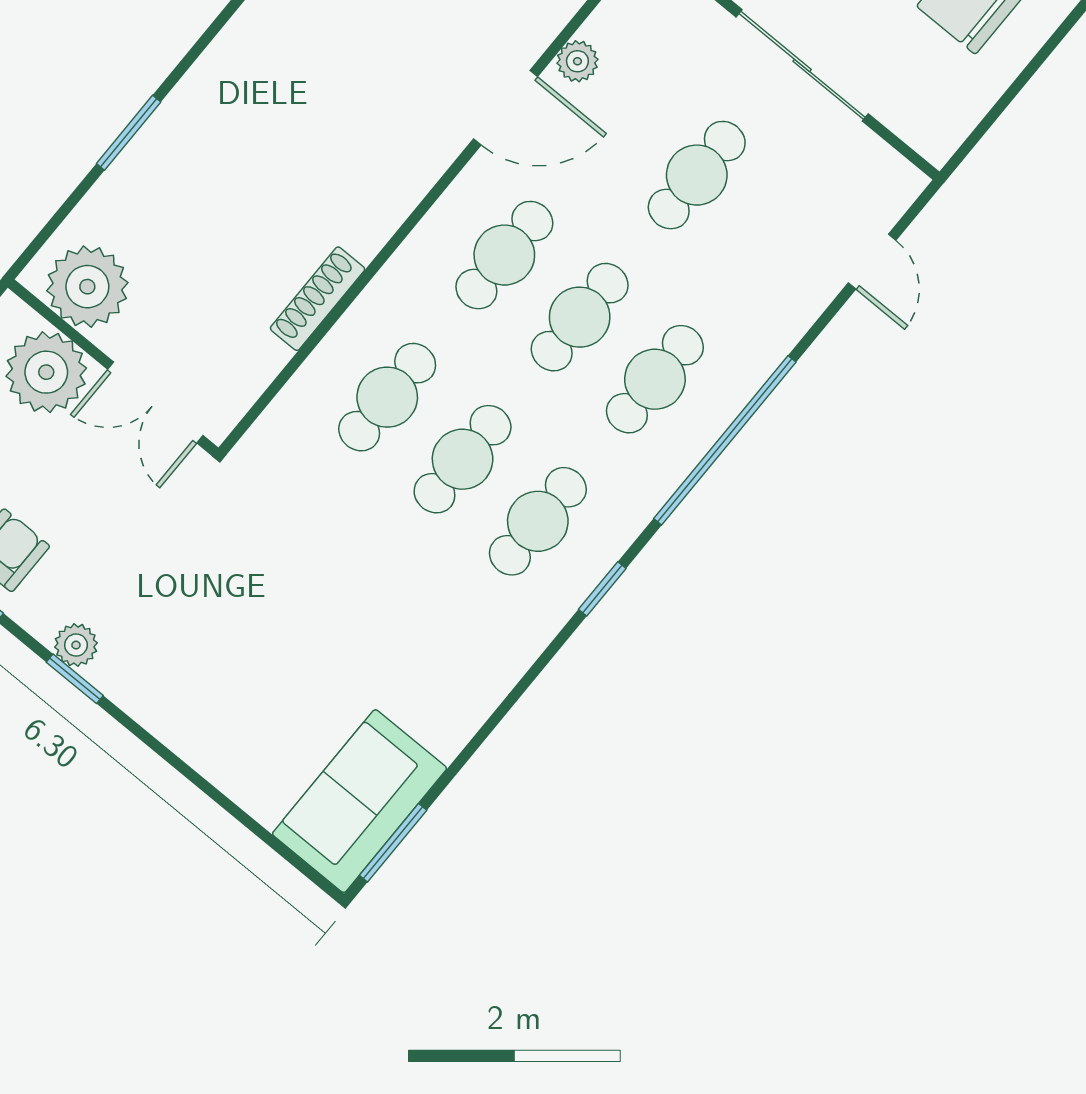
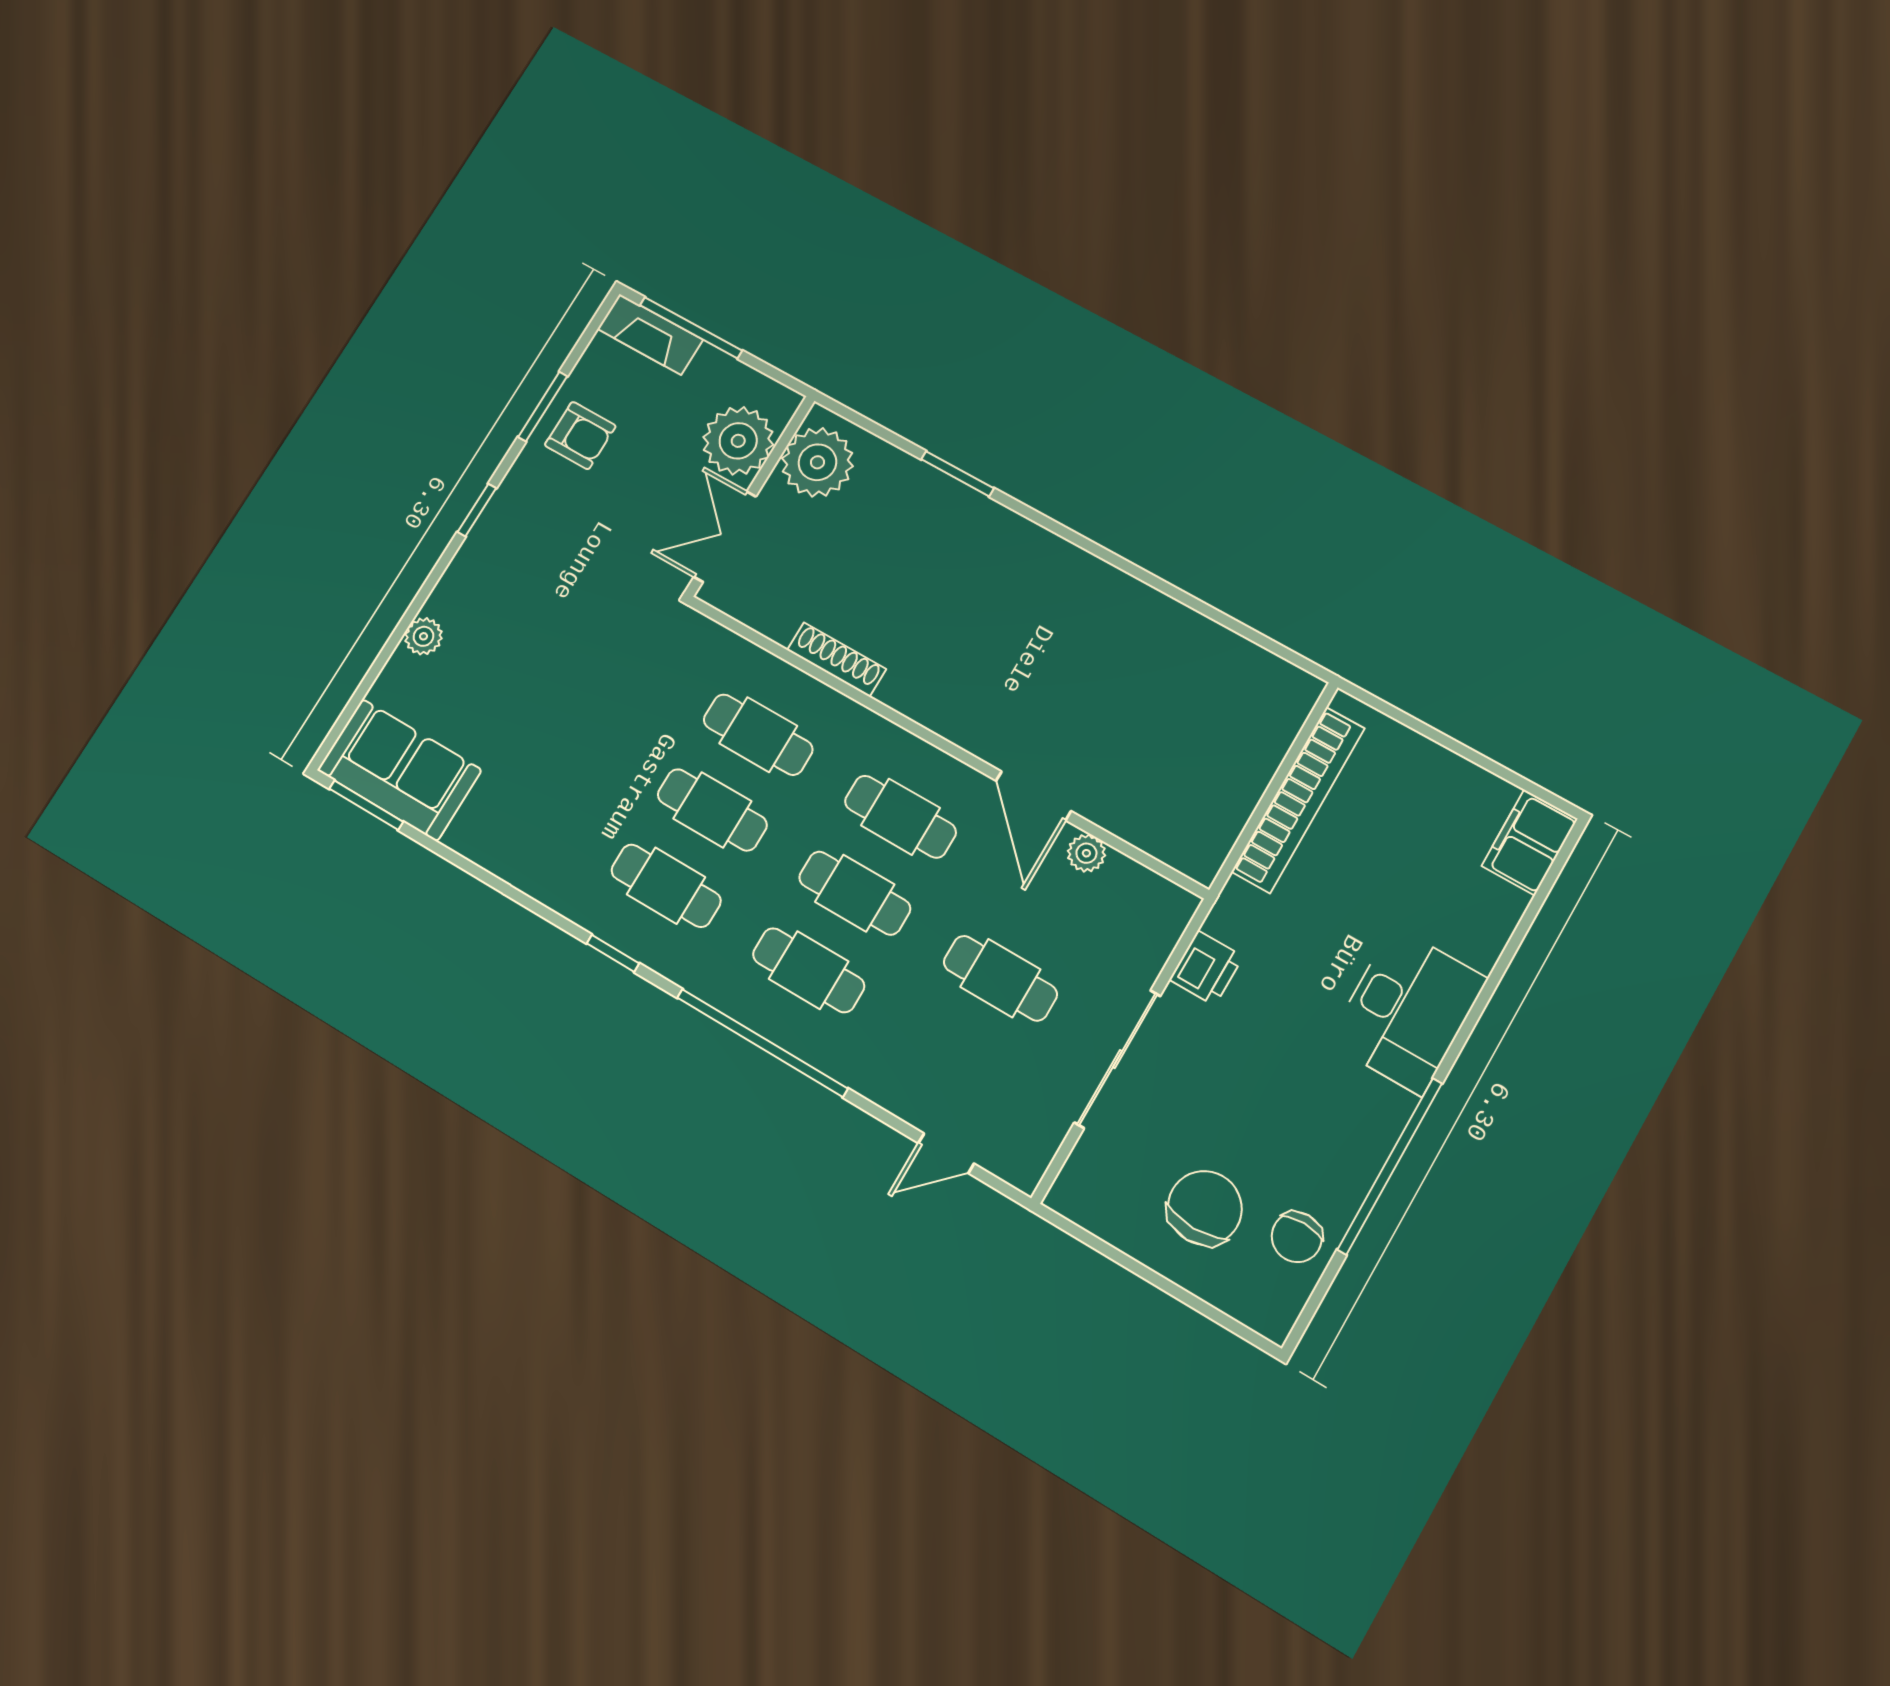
plant: (76, 645) -> (424, 636), moved

